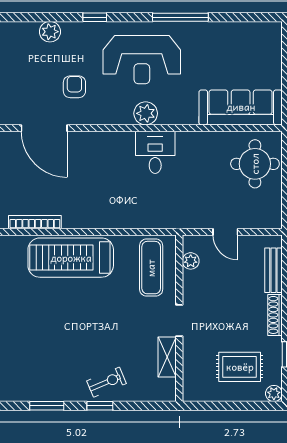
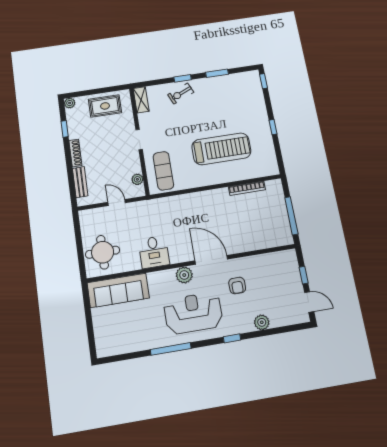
door: (44, 128) -> (211, 260), moved
desk: (155, 152) -> (154, 252), moved
treadmill: (71, 258) -> (221, 149), moved
shelving: (167, 357) -> (141, 100), moved
rug: (240, 367) -> (105, 106), moved

